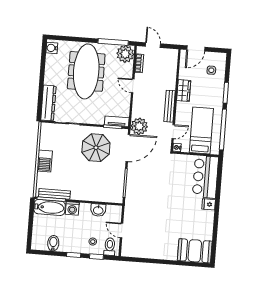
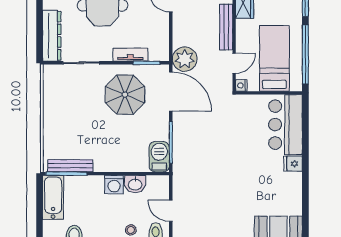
tv unit: (117, 121) -> (130, 55), moved
door: (128, 148) -> (171, 92), hinge flipped
barbecue: (45, 161) -> (159, 157), moved, turned 180
bathtub: (50, 207) -> (53, 197), moved, turned -90
washing machine: (72, 208) -> (114, 185), moved

